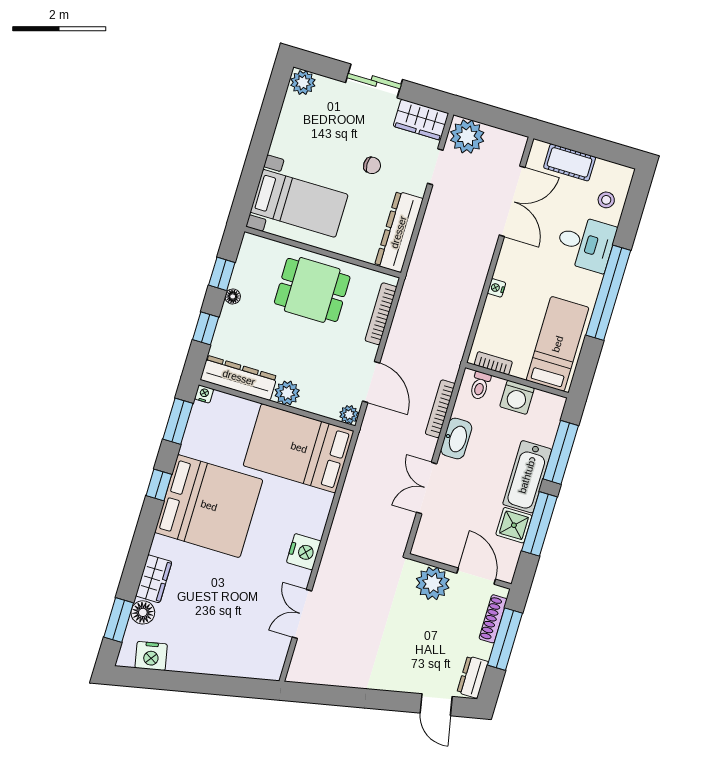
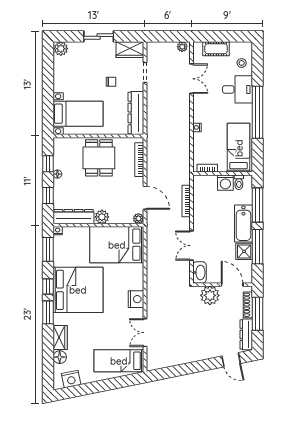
plant: (467, 136) -> (182, 47), moved, width x0.53, depth x0.53
double door: (512, 201) -> (192, 79), width x0.73
dining table: (312, 290) -> (99, 158), turned 90
toilet: (480, 386) -> (239, 182), moved
washbasin: (456, 439) -> (199, 272), moved
window: (119, 620) -> (48, 312), moved
bed: (243, 649) -> (119, 361), added
dresser: (473, 677) -> (246, 334), width x1.44

